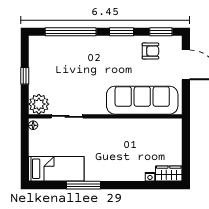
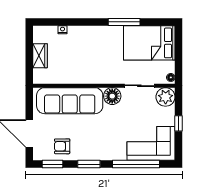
corner sofa: (54, 54) -> (151, 143), added
floor lamp: (96, 105) -> (112, 96), added
bed: (56, 169) -> (149, 43), width x1.50
wardrobe: (169, 174) -> (40, 56), moved, turned -90

